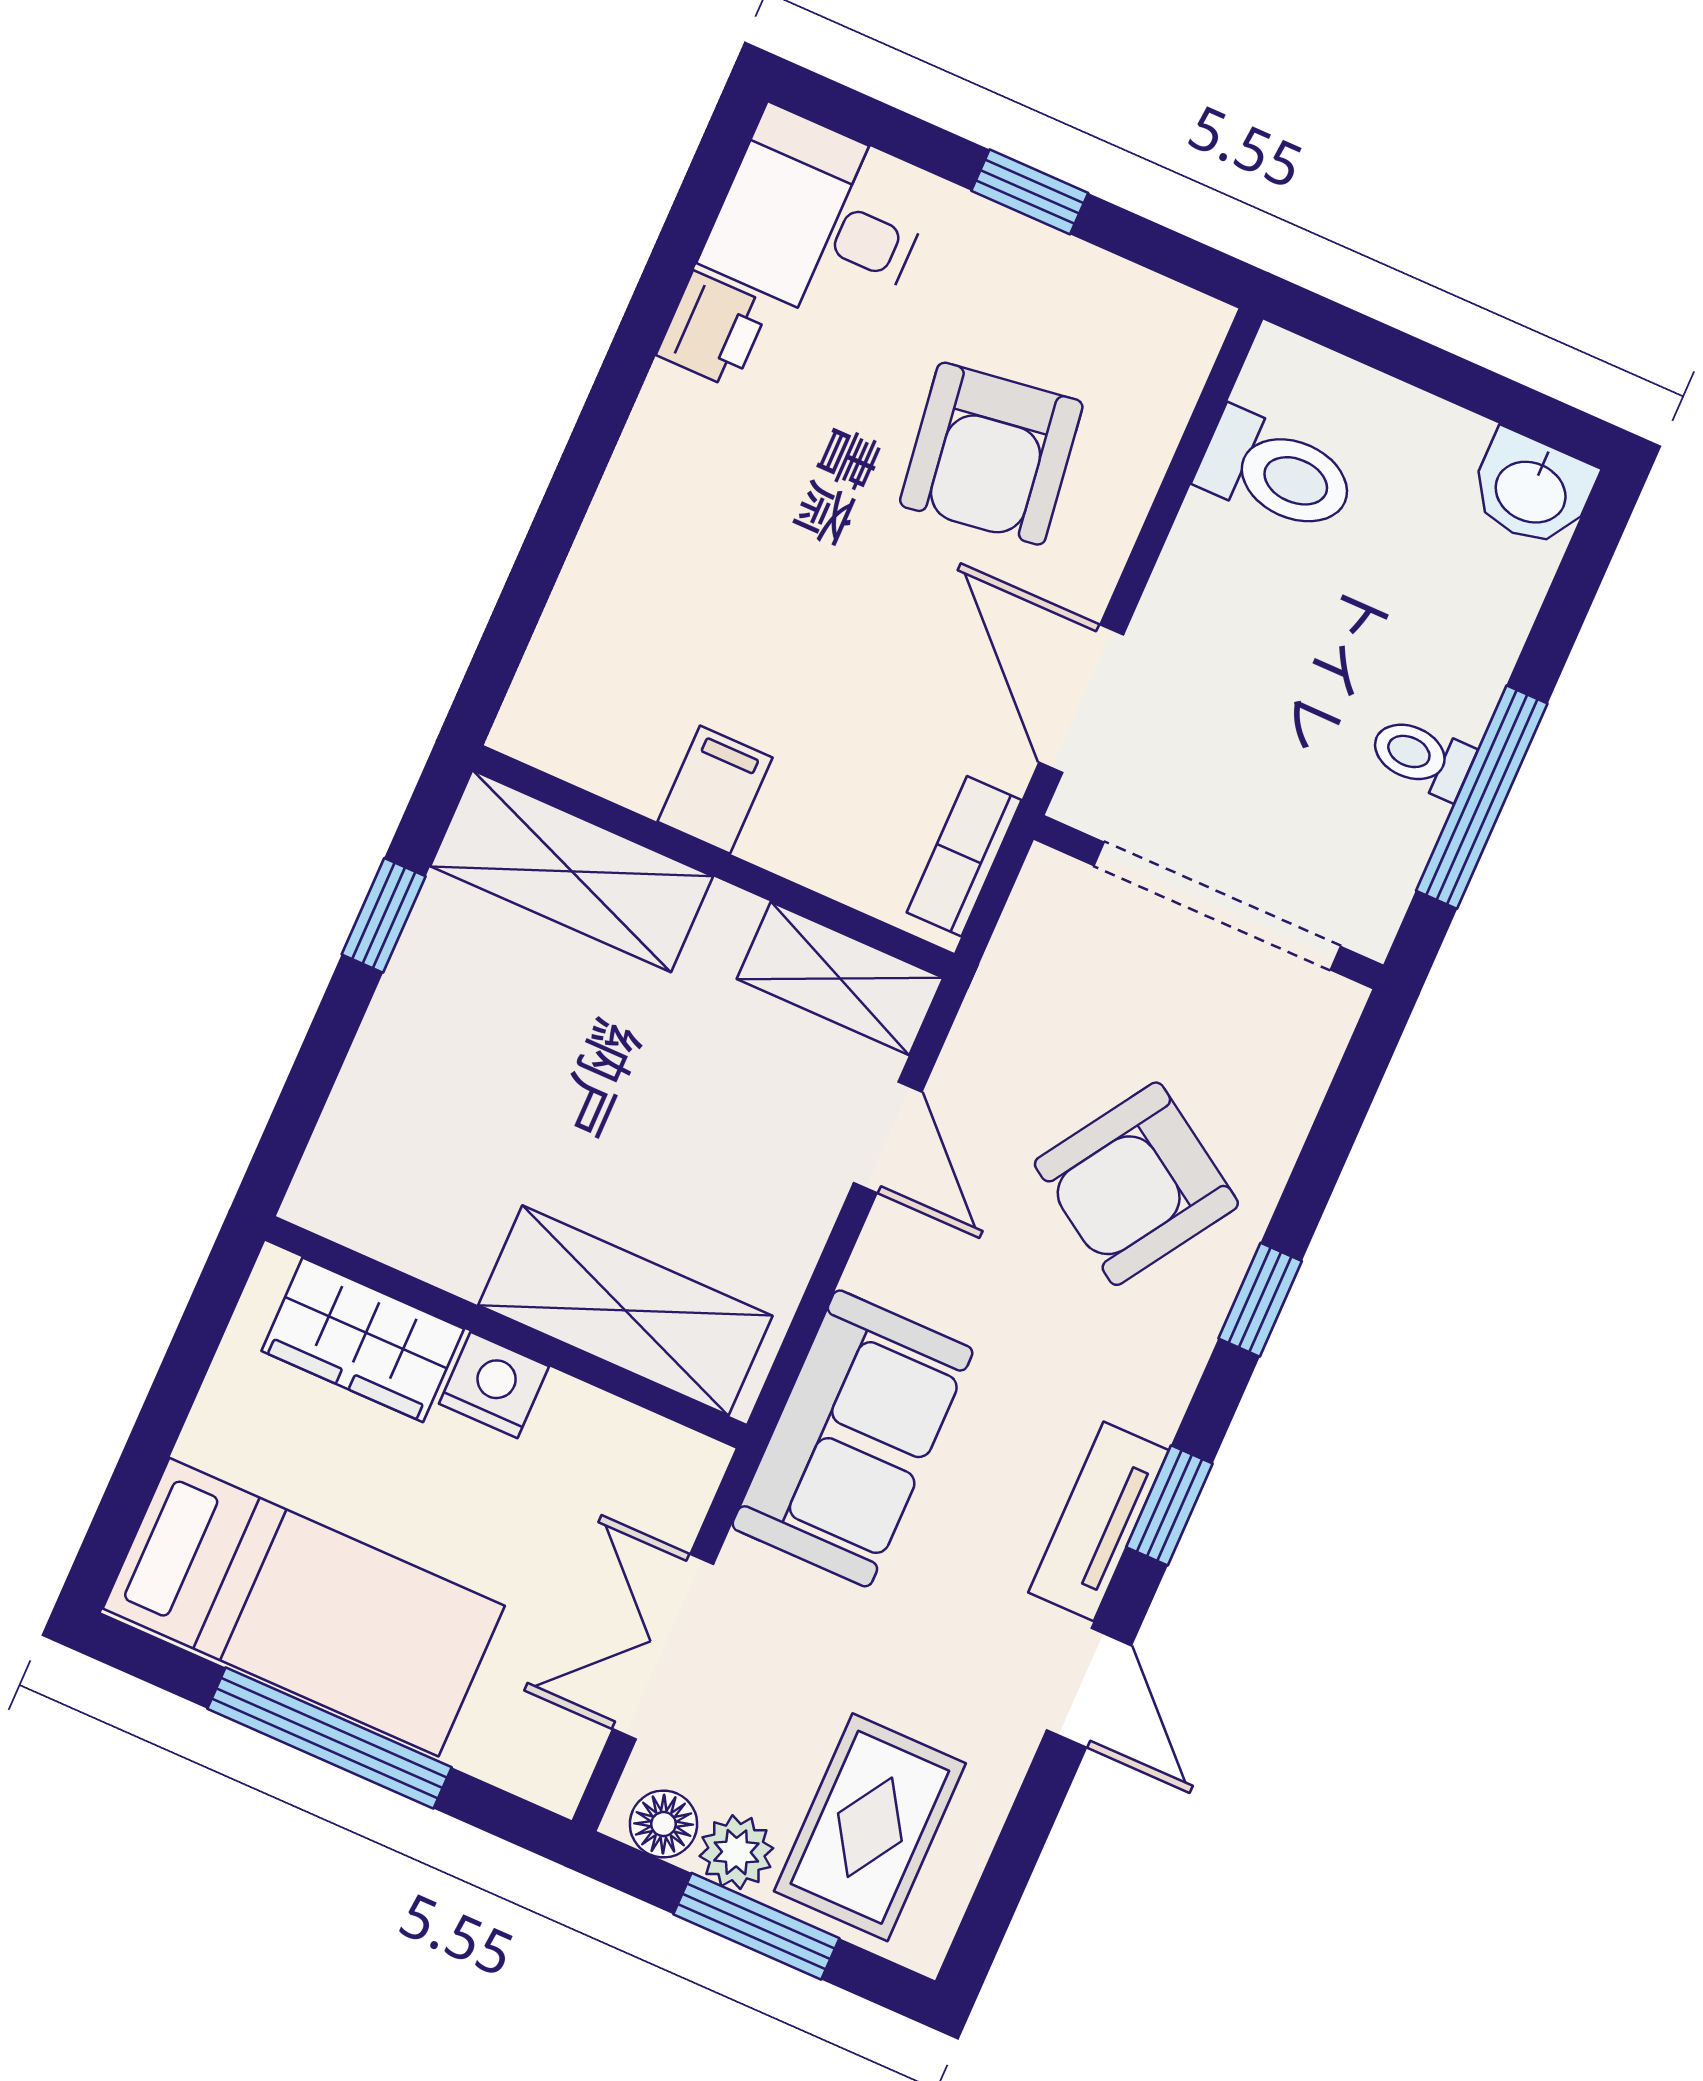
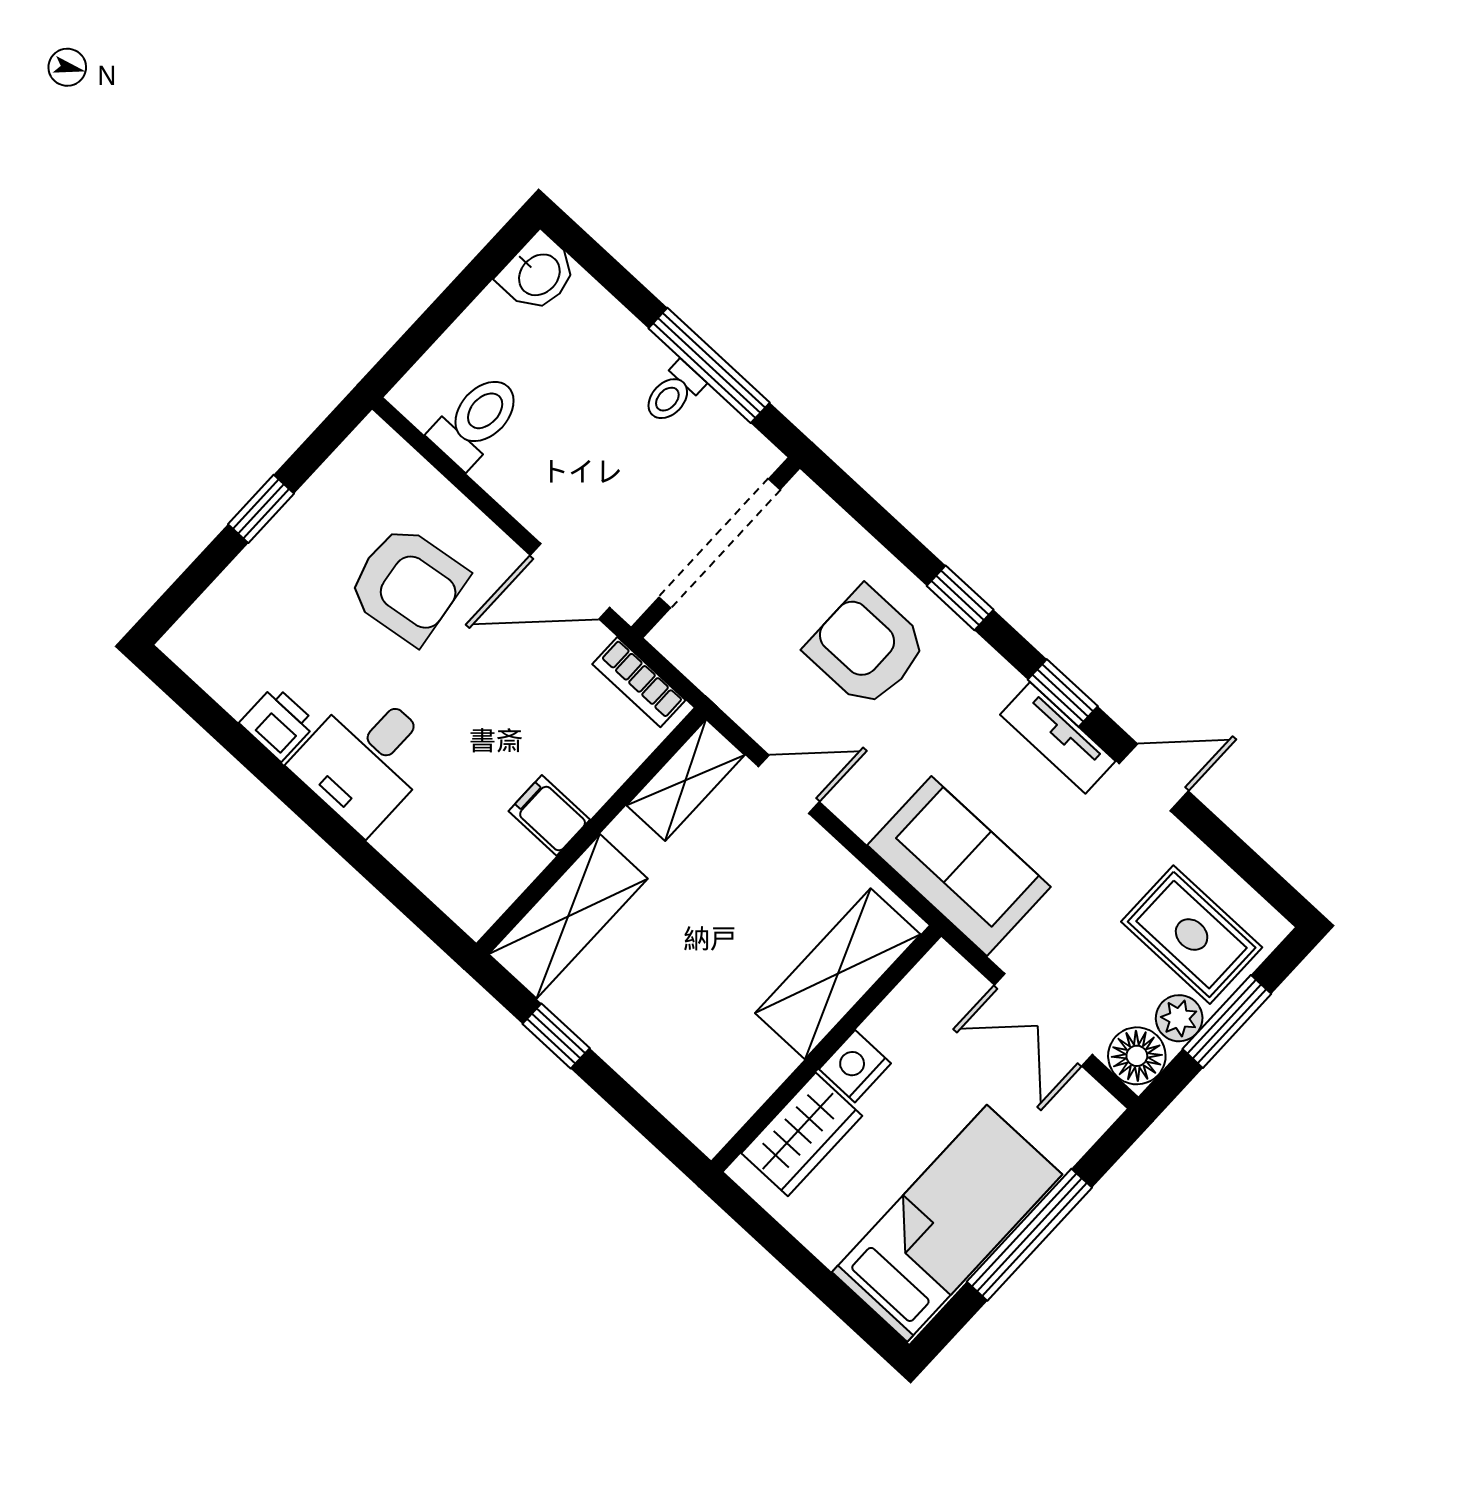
desk: (819, 221) -> (365, 759), moved
armchair: (1136, 1184) -> (867, 647), turned 147
floor lamp: (664, 1824) -> (1137, 1056), width x1.37, depth x1.37

